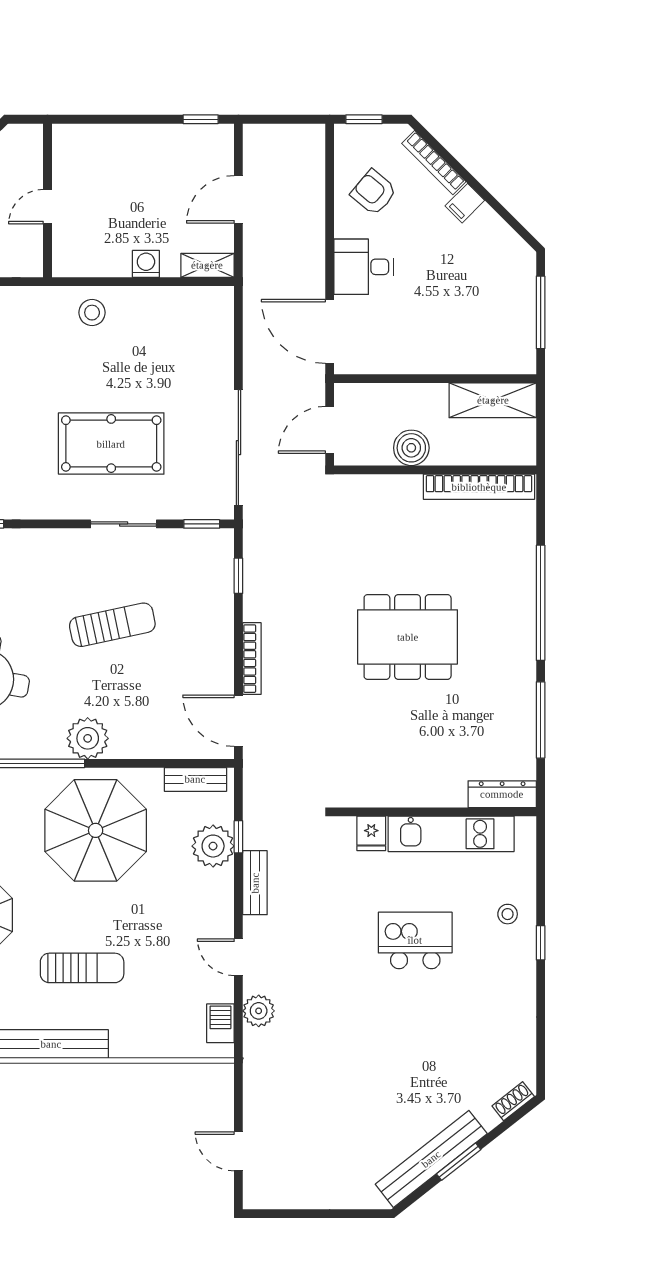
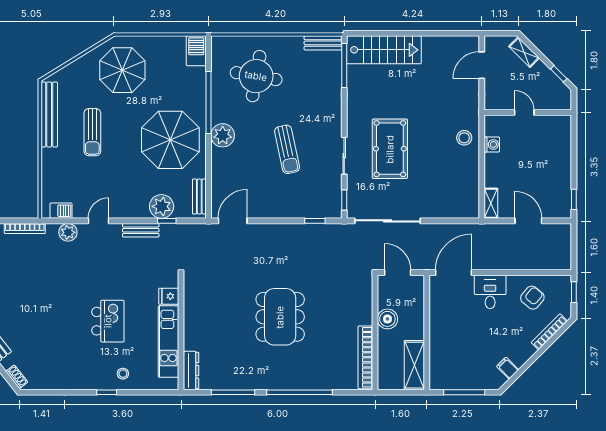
filing cabinet: (465, 203) -> (508, 368), moved
washing machine: (146, 264) -> (492, 144), moved
bookcase: (252, 659) -> (25, 229), moved

